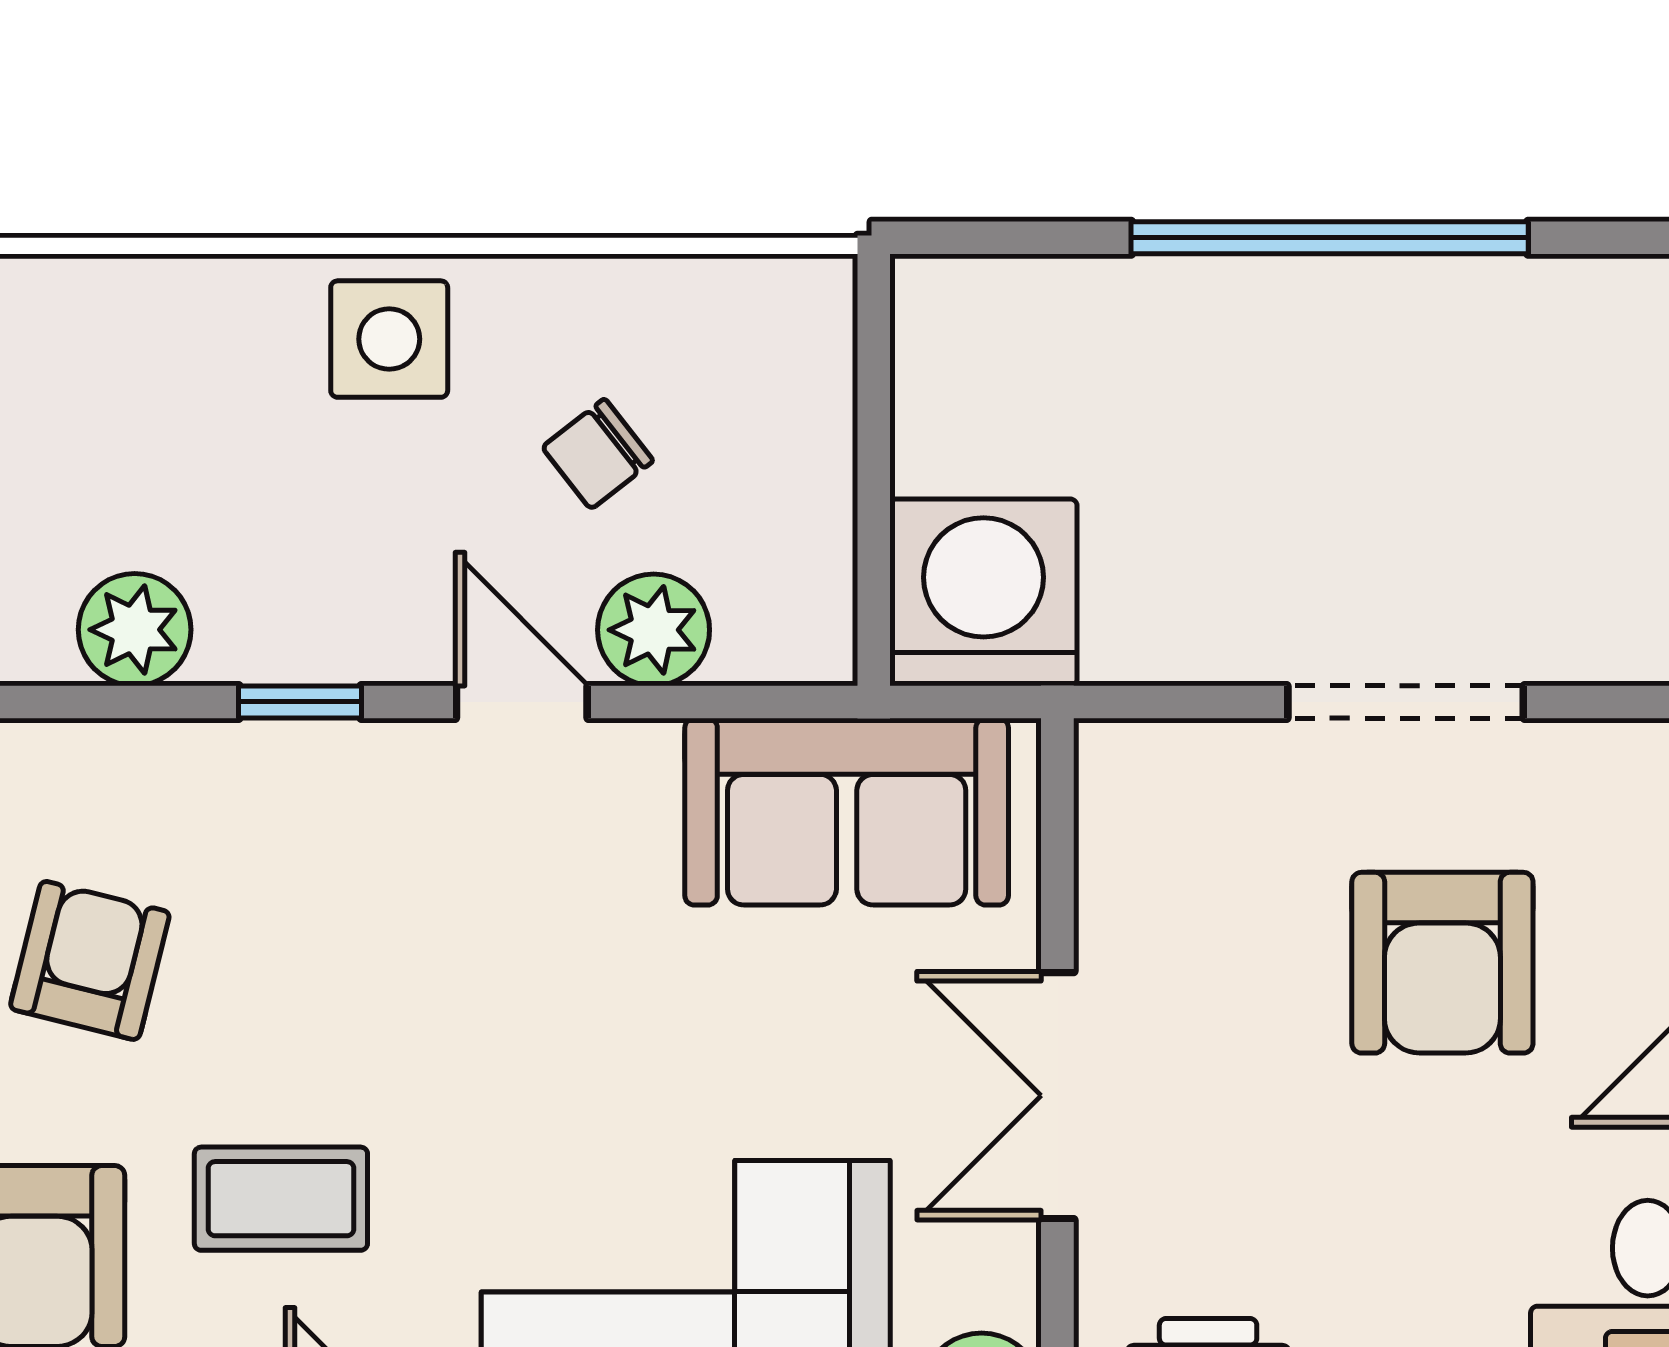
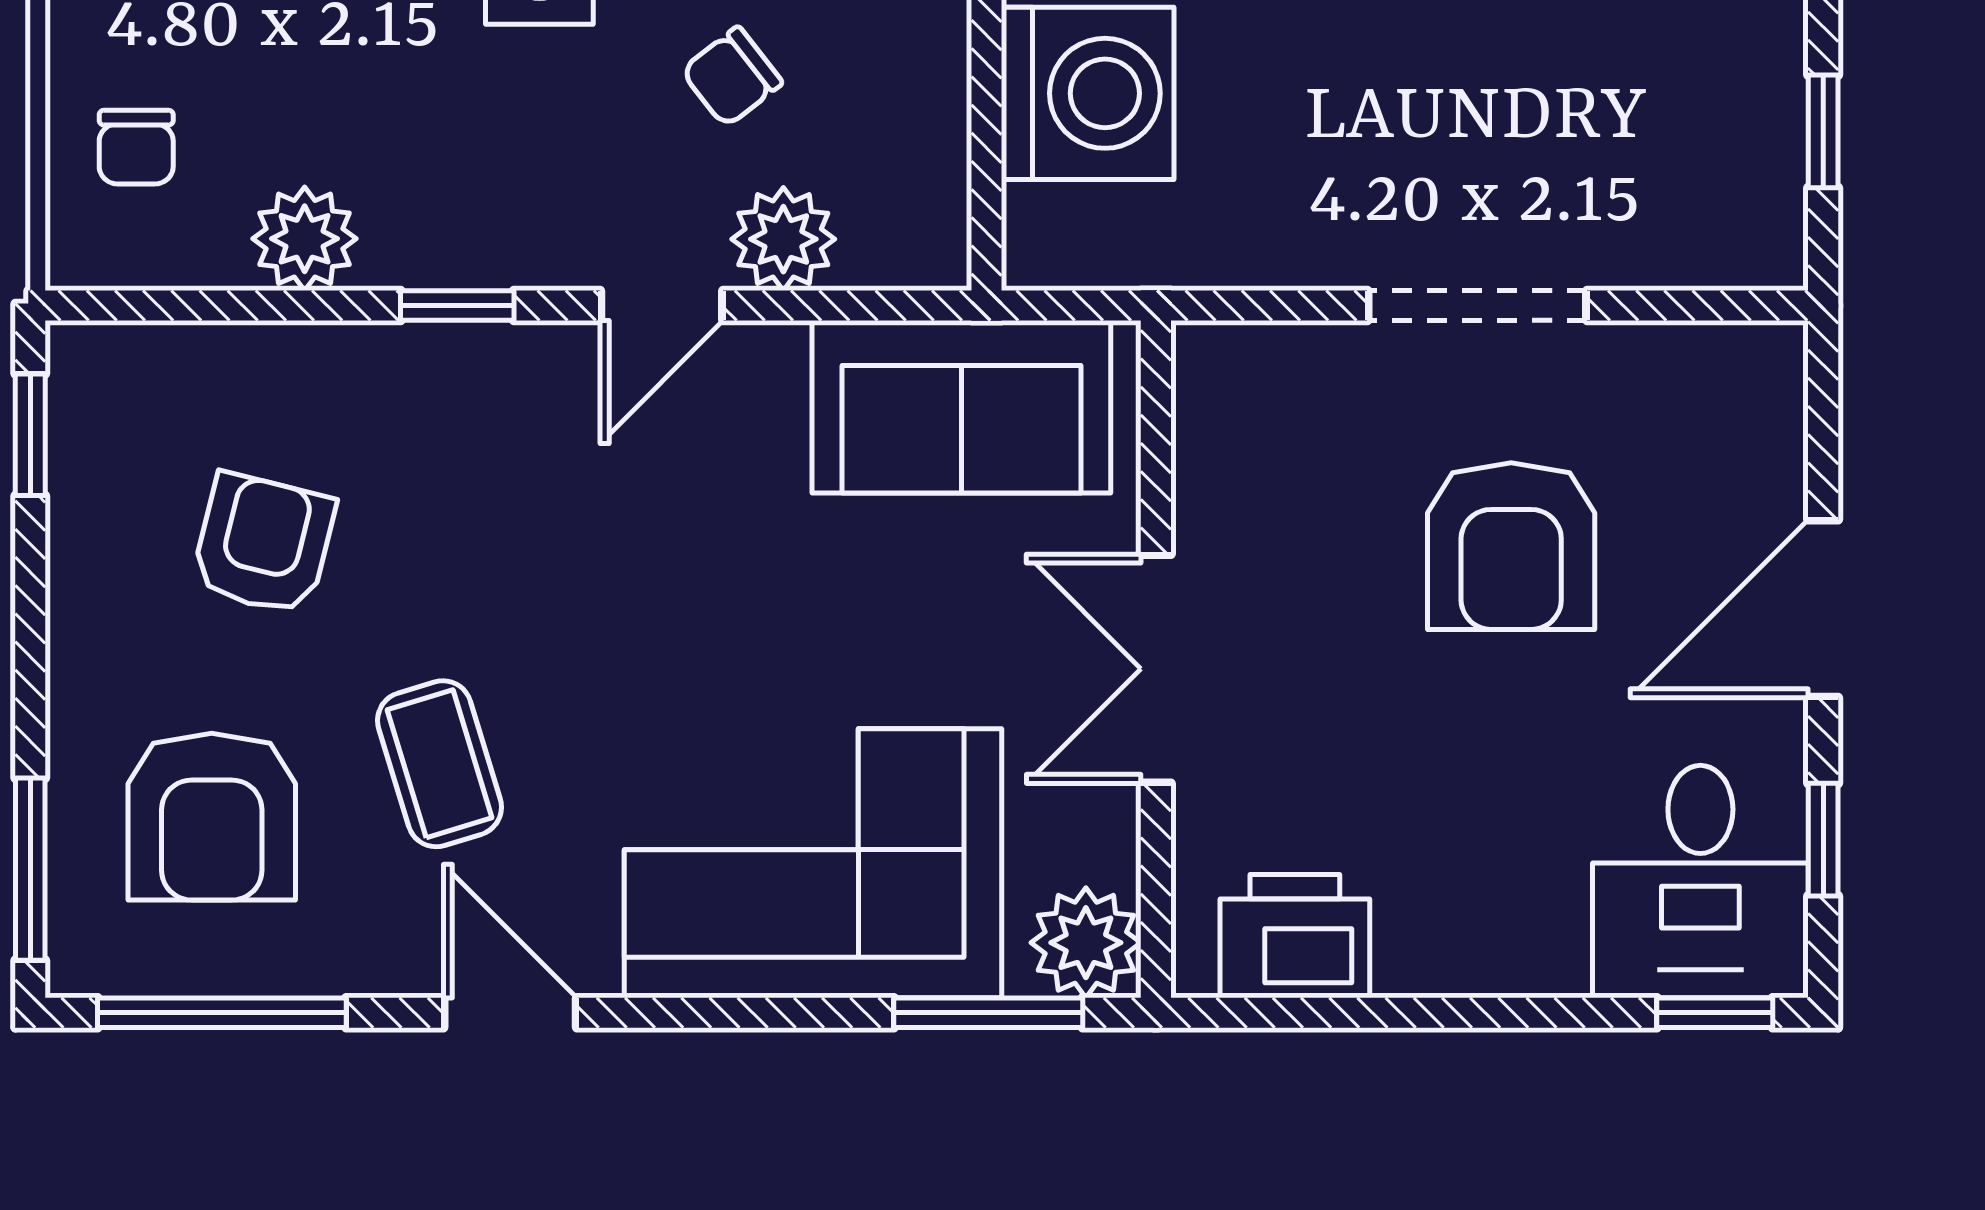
washing machine: (983, 592) -> (1088, 93), moved, turned 90
door: (522, 702) -> (662, 306), swing flipped
coffee table: (281, 1199) -> (440, 764), turned 73

